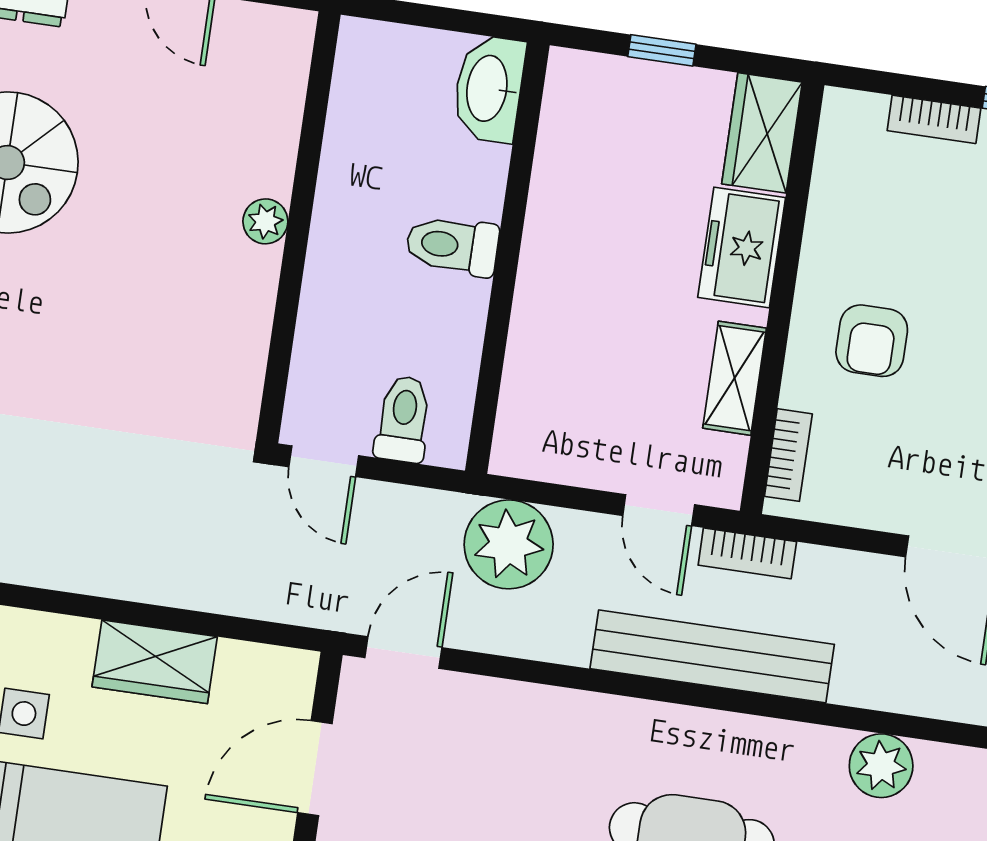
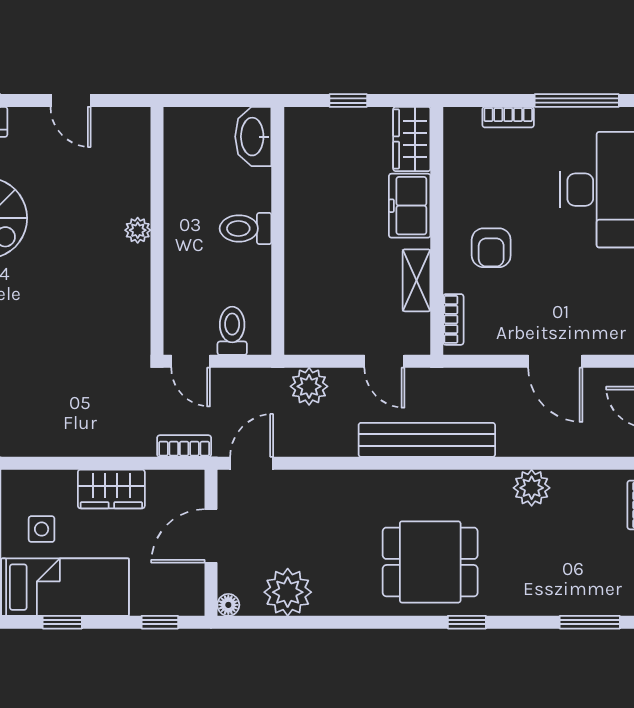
plant: (509, 544) -> (309, 386), width x0.73, depth x0.73
bookcase: (747, 553) -> (184, 446), moved, turned 180

